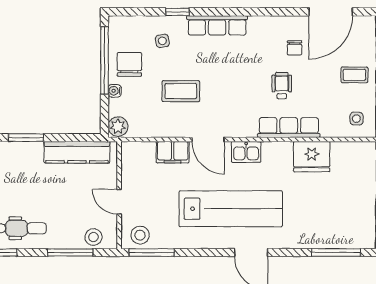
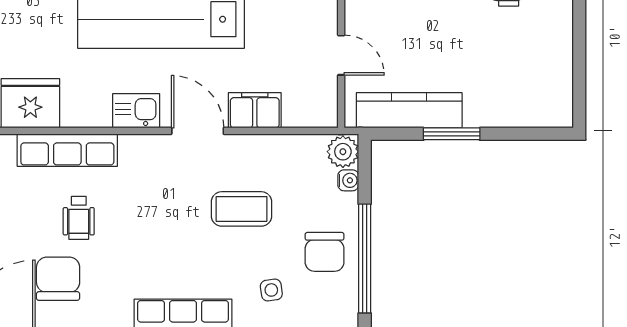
chair: (295, 48) -> (58, 279), width x1.87, depth x1.87
water cooler: (115, 91) -> (348, 180), moved
window: (26, 138) -> (452, 134), moved
door: (119, 202) -> (341, 55), moved

